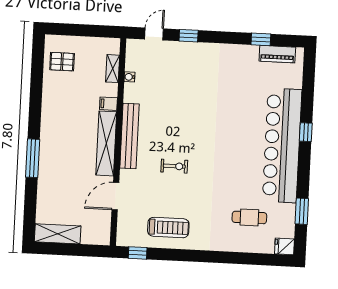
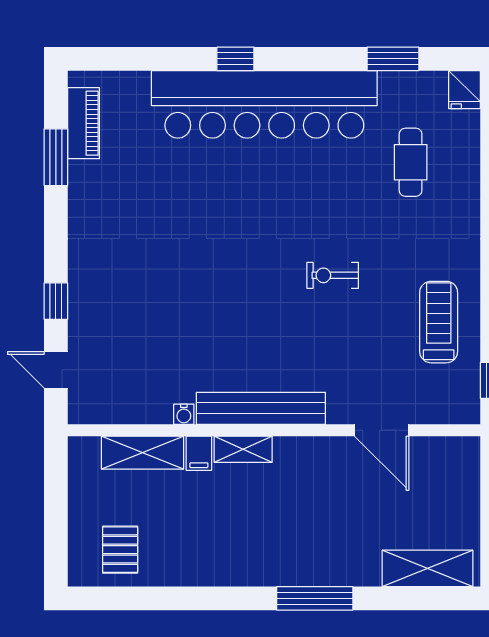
window: (261, 39) -> (56, 157), width x1.50
shelving: (113, 69) -> (142, 453), width x1.50, depth x1.33
water cooler: (129, 77) -> (184, 414), moved
shelving: (106, 143) -> (243, 449), width x0.45, depth x0.75
exercise bike: (174, 166) -> (333, 275), moved, turned -90
shelving: (58, 234) -> (428, 568), moved, turned 90

